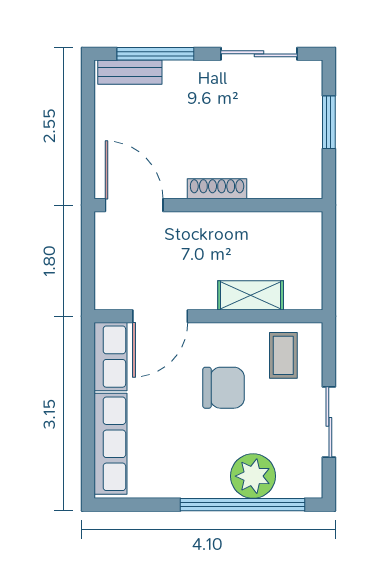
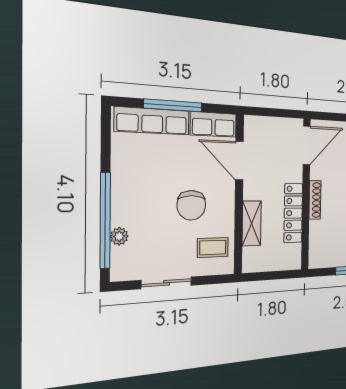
locker: (237, 226) -> (293, 213), added
window: (88, 415) -> (173, 105), added
plant: (253, 476) -> (119, 236), width x0.53, depth x0.53

